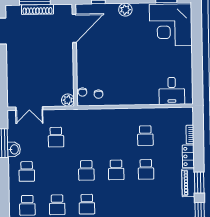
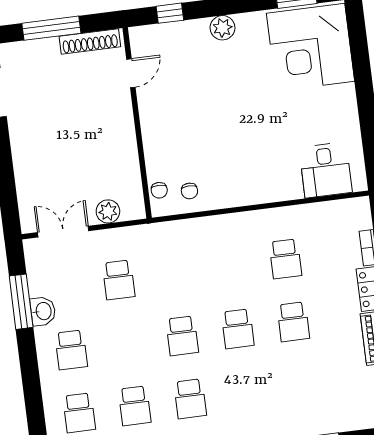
shoe rack: (38, 10) -> (90, 41), moved
door: (74, 28) -> (131, 73), width x0.53
plant: (68, 100) -> (108, 211), moved
double door: (29, 108) -> (63, 232), swing flipped

